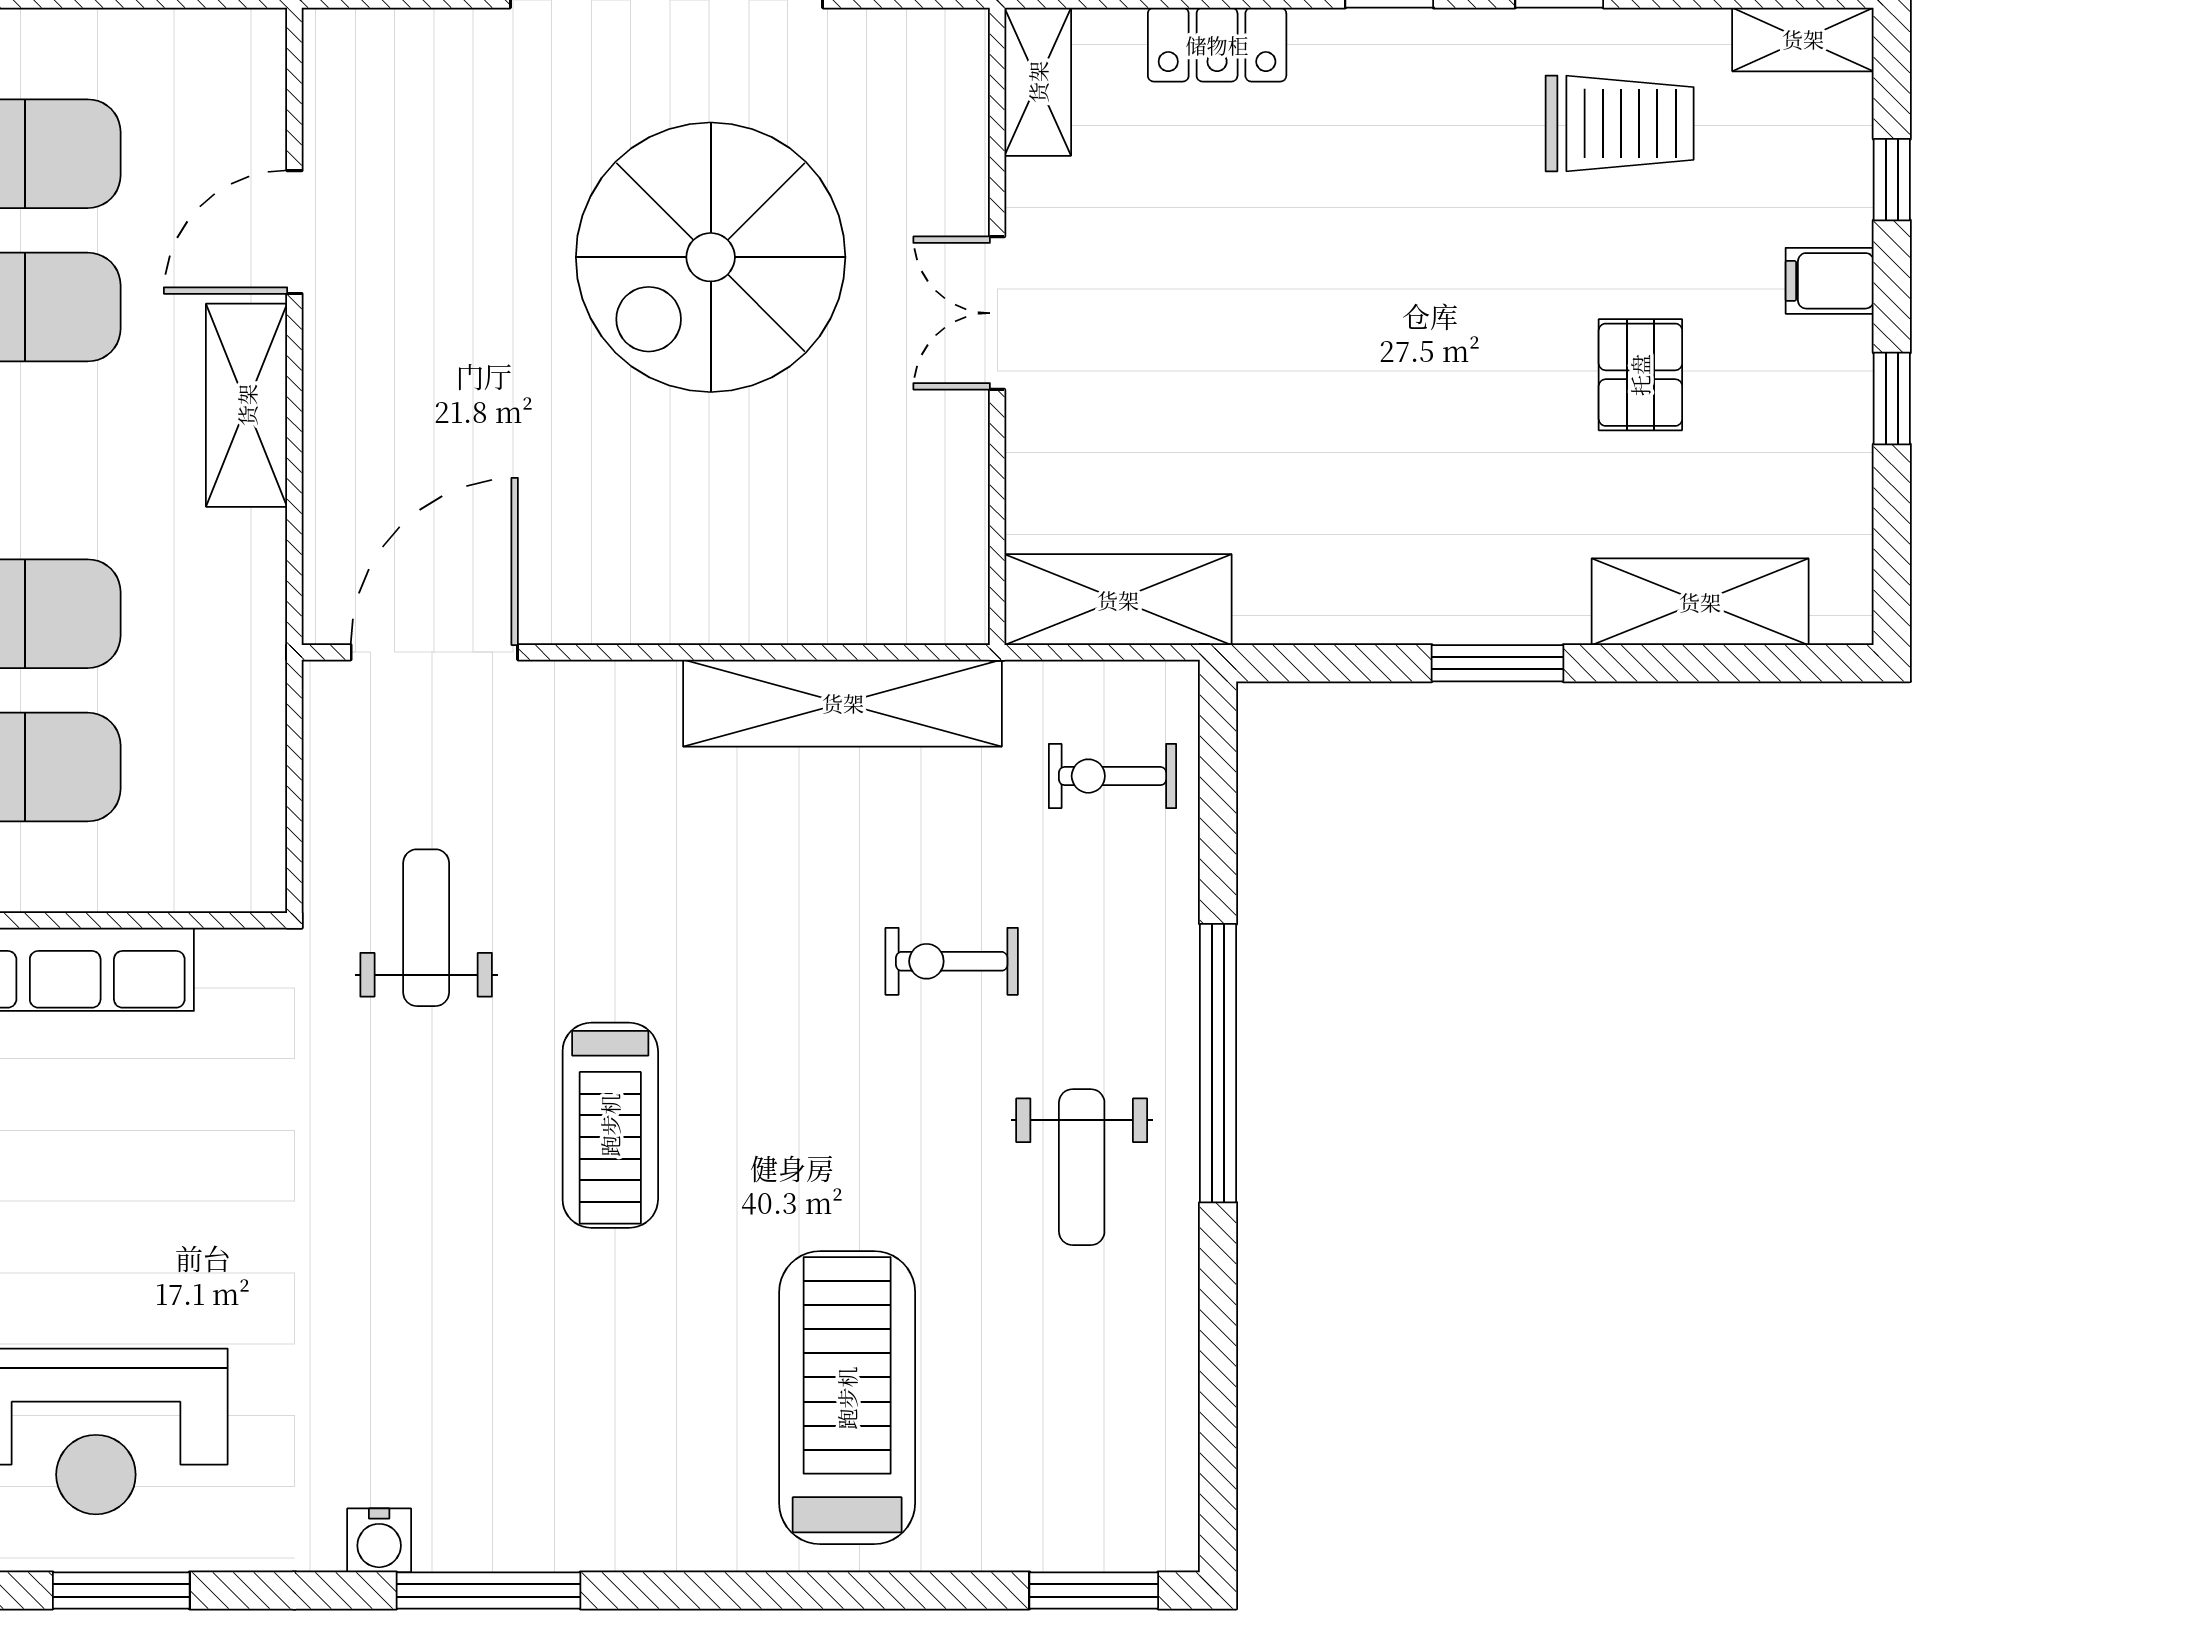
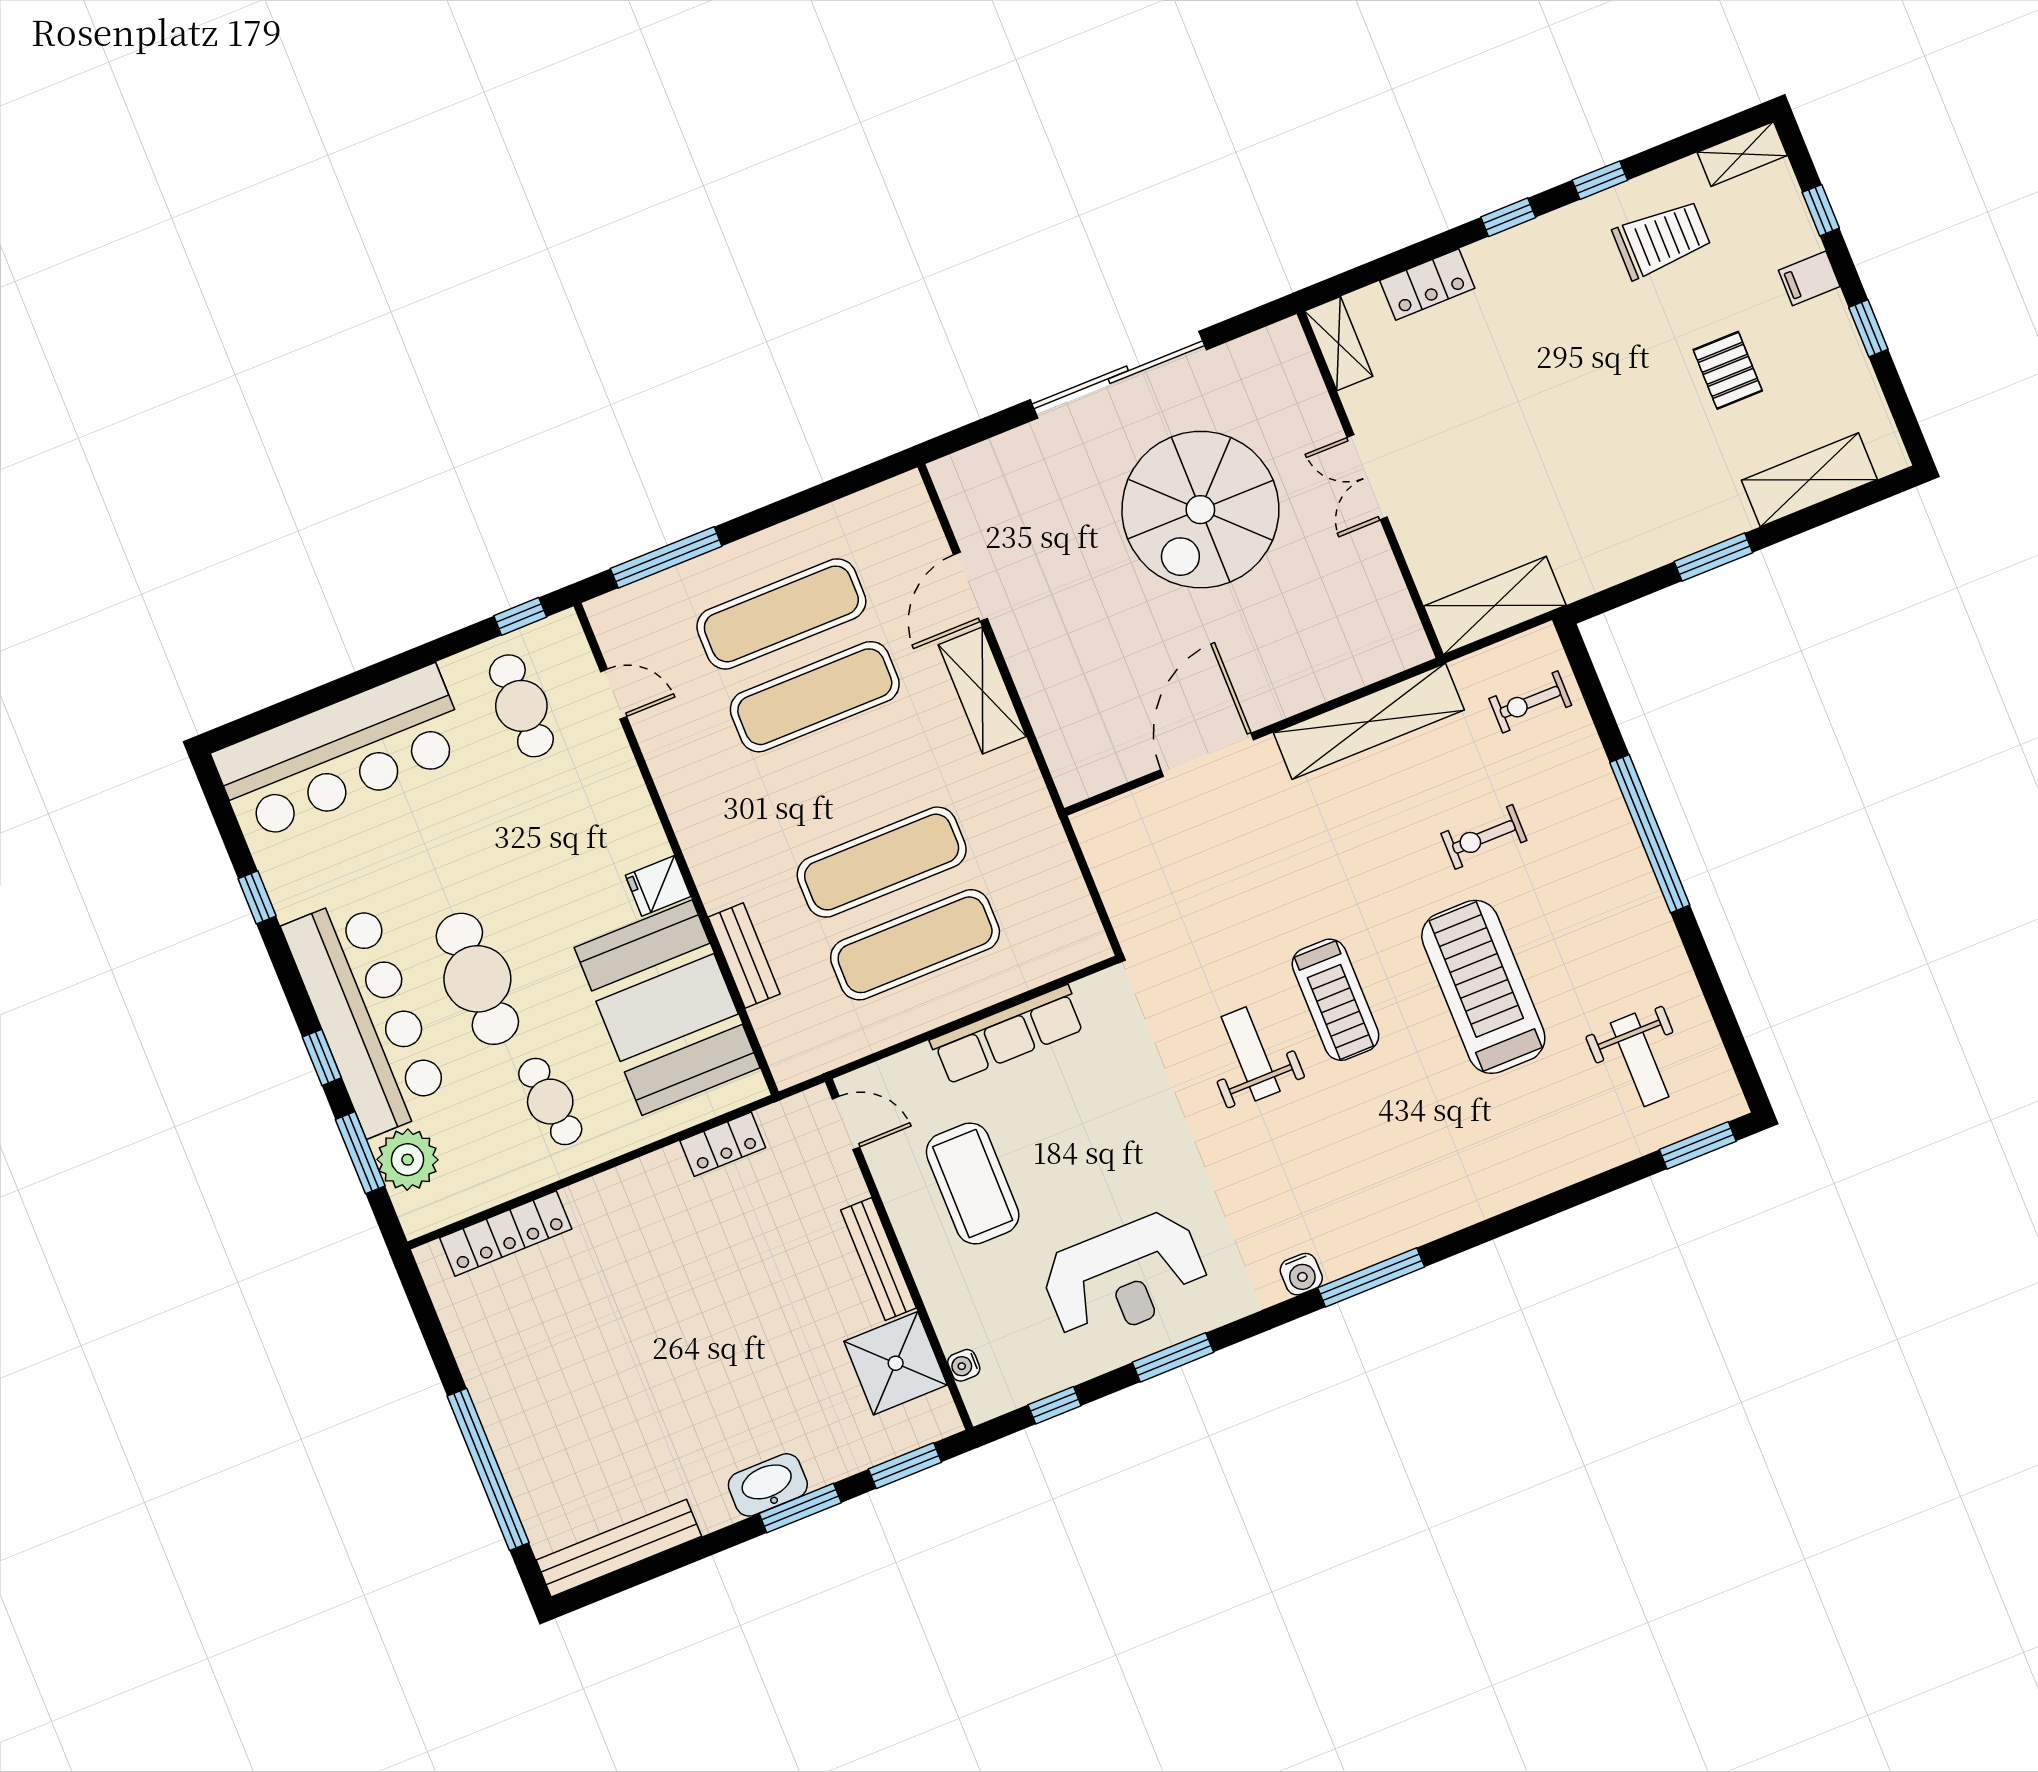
door: (434, 652) -> (1207, 755), moved
weight bench: (426, 928) -> (1251, 1054), moved
weight bench: (1082, 1167) -> (1640, 1060), moved
treadmill: (847, 1398) -> (1483, 987), moved

